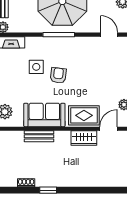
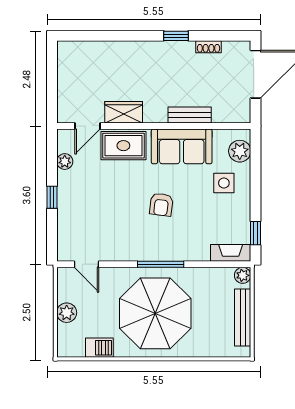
side table: (36, 67) -> (224, 183), moved

